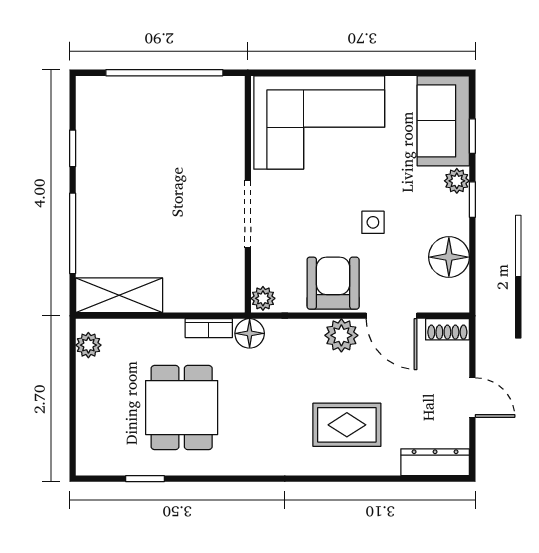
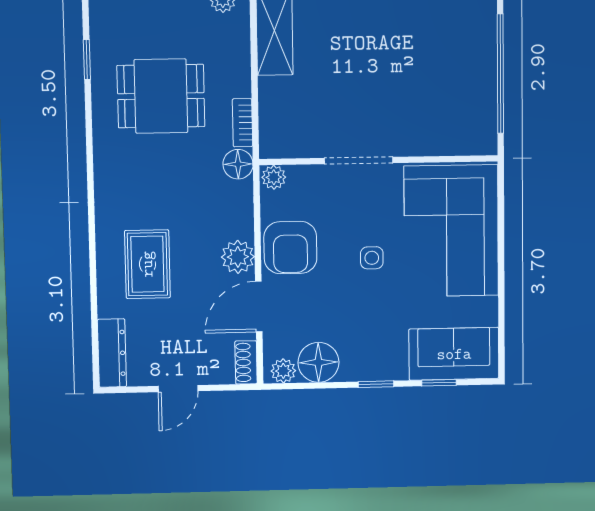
plant: (457, 181) -> (283, 371), moved
side table: (373, 222) -> (372, 258), moved
armchair: (333, 283) -> (290, 248), turned 90

